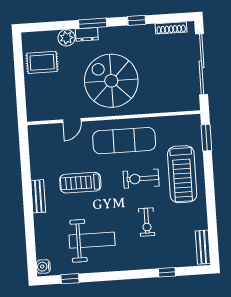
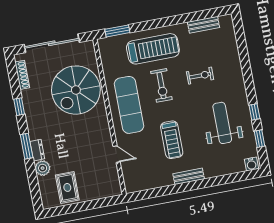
spiral stairs: (111, 81) -> (76, 90), moved
bench: (203, 247) -> (203, 25), moved
window: (167, 272) -> (254, 112), moved

